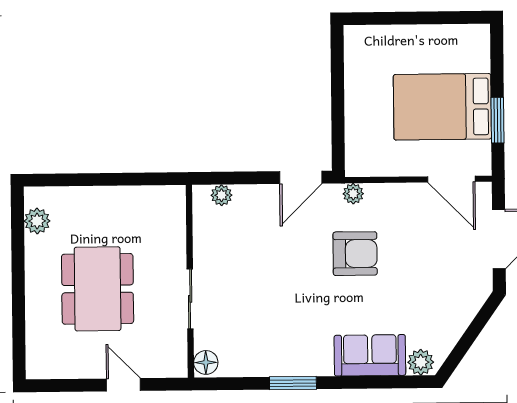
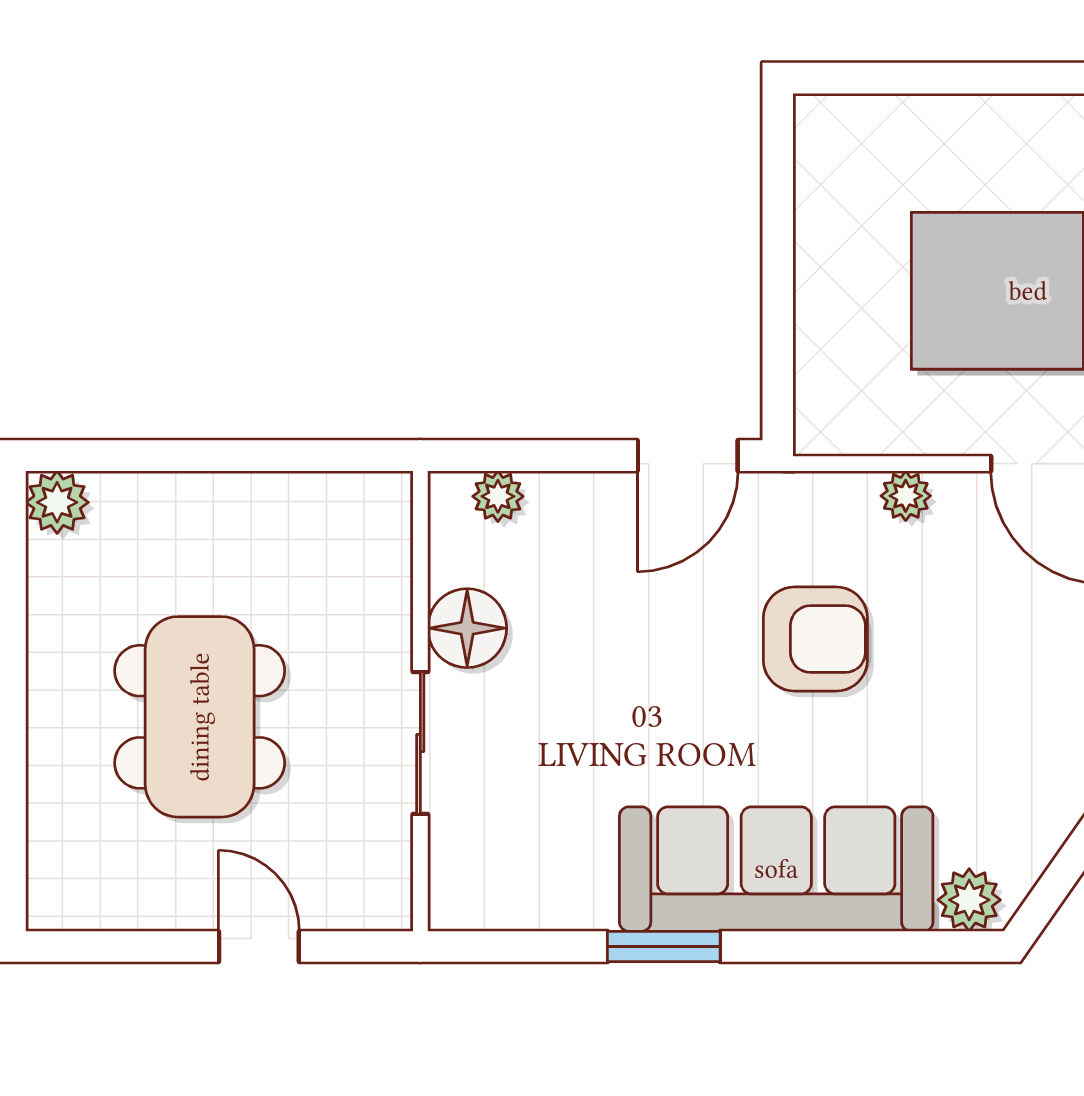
plant: (353, 194) -> (906, 496), moved
plant: (37, 221) -> (57, 502), moved
sofa: (370, 355) -> (776, 869), width x1.85, depth x1.27
floor lamp: (206, 362) -> (467, 628), moved, width x1.38, depth x1.38

